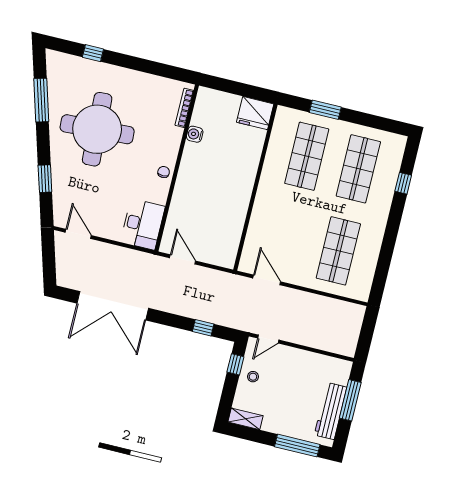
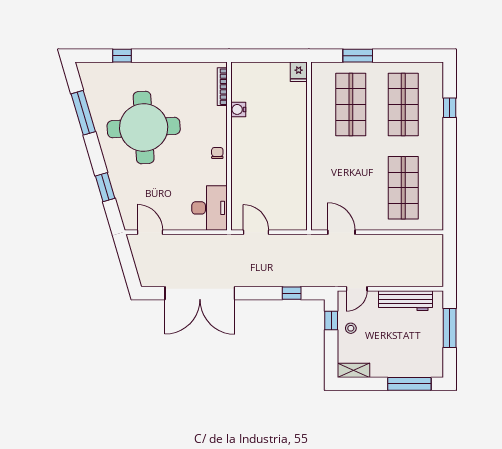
fridge: (255, 113) -> (299, 72), width x0.53, depth x0.75
workbench: (331, 411) -> (405, 301), moved, turned -90

